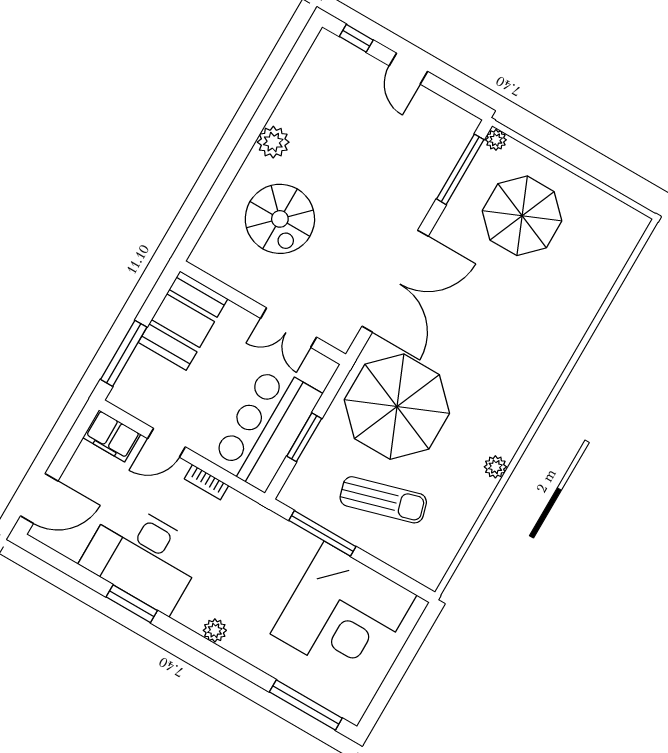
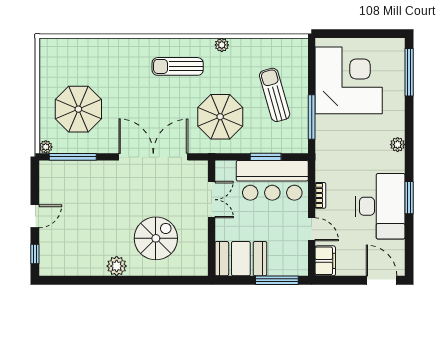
sun lounger: (501, 388) -> (178, 66), added
parasol: (397, 407) -> (220, 117), width x0.73, depth x0.73

